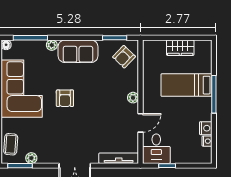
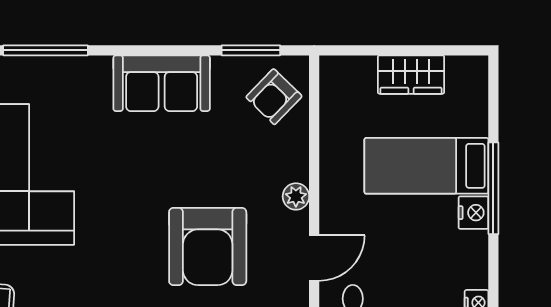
plant: (52, 45) -> (98, 68), removed
armchair: (65, 98) -> (208, 246), moved, width x1.88, depth x1.88
nightstand: (206, 128) -> (474, 213), moved

